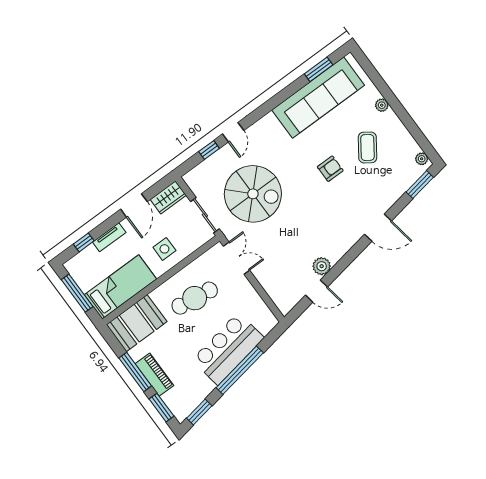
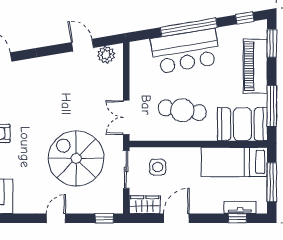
window: (209, 150) -> (104, 218), moved
tv unit: (109, 237) -> (240, 208), moved
side table: (164, 249) -> (158, 167), moved
plant: (322, 266) -> (106, 55), moved
window: (135, 372) -> (272, 106), moved
piano: (154, 375) -> (255, 66), width x1.37, depth x1.33
window: (199, 412) -> (245, 18), width x0.67

